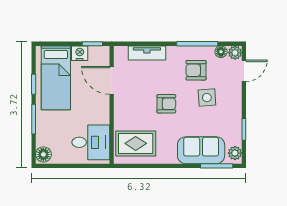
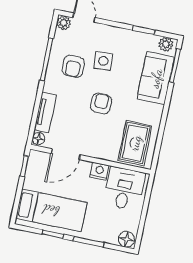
floor lamp: (221, 52) -> (39, 139), moved
nightstand: (80, 53) -> (99, 171), moved, turned 90

